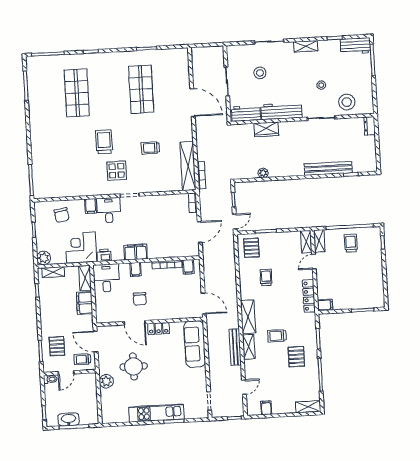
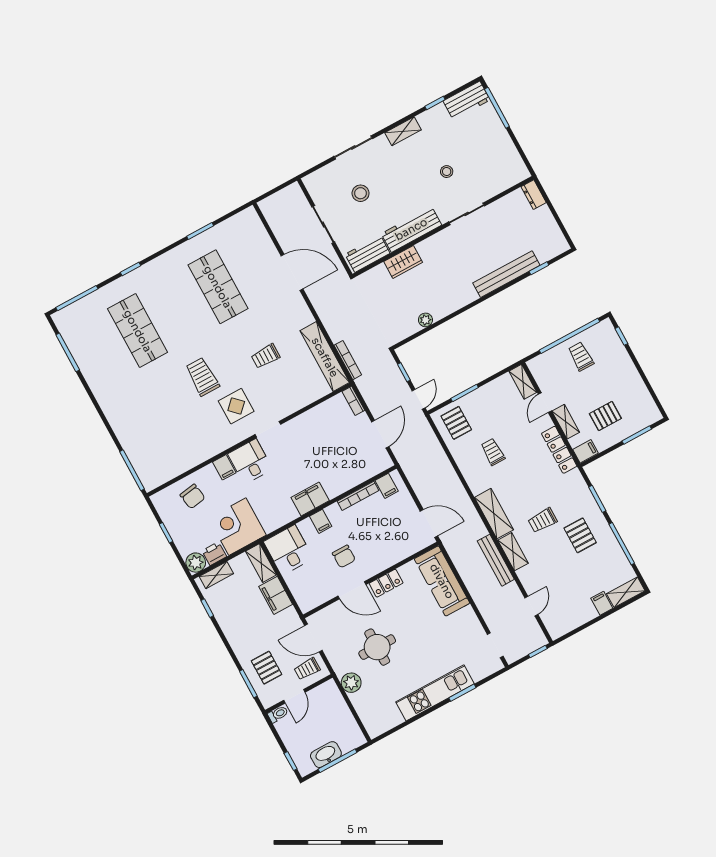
stool: (347, 102) -> (490, 178), removed
shelving: (319, 241) -> (566, 422), moved
printer: (104, 255) -> (214, 554), moved
pallet: (348, 288) -> (605, 416), added
filing cabinet: (266, 408) -> (602, 603), moved

